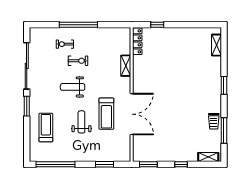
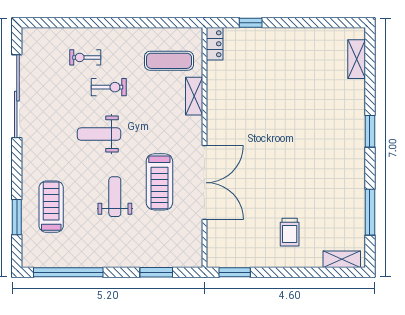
window: (78, 25) -> (109, 23), removed
locker: (137, 41) -> (215, 44), width x0.66
exercise mat: (112, 46) -> (169, 61), added
window: (27, 106) -> (17, 217), moved
trolley: (214, 121) -> (290, 232), moved
window: (181, 164) -> (293, 272), removed

